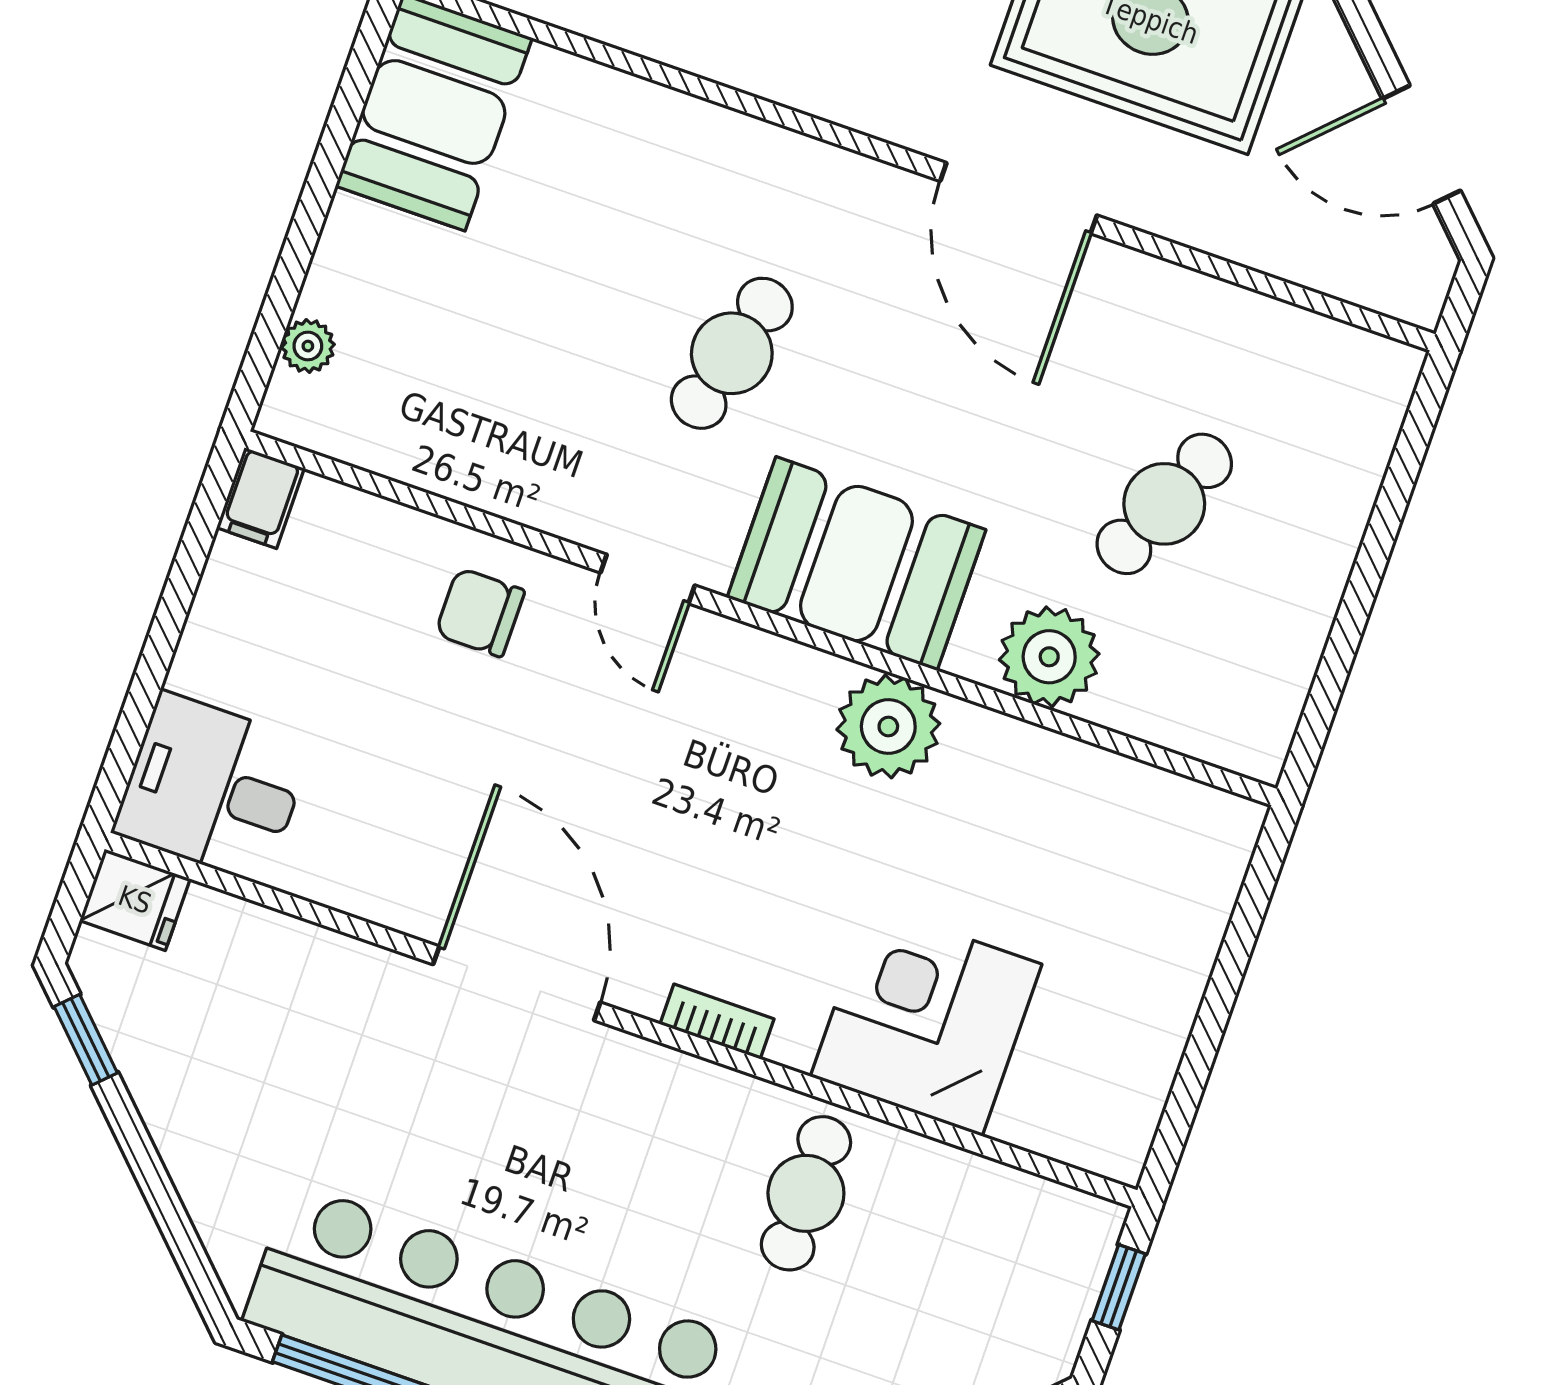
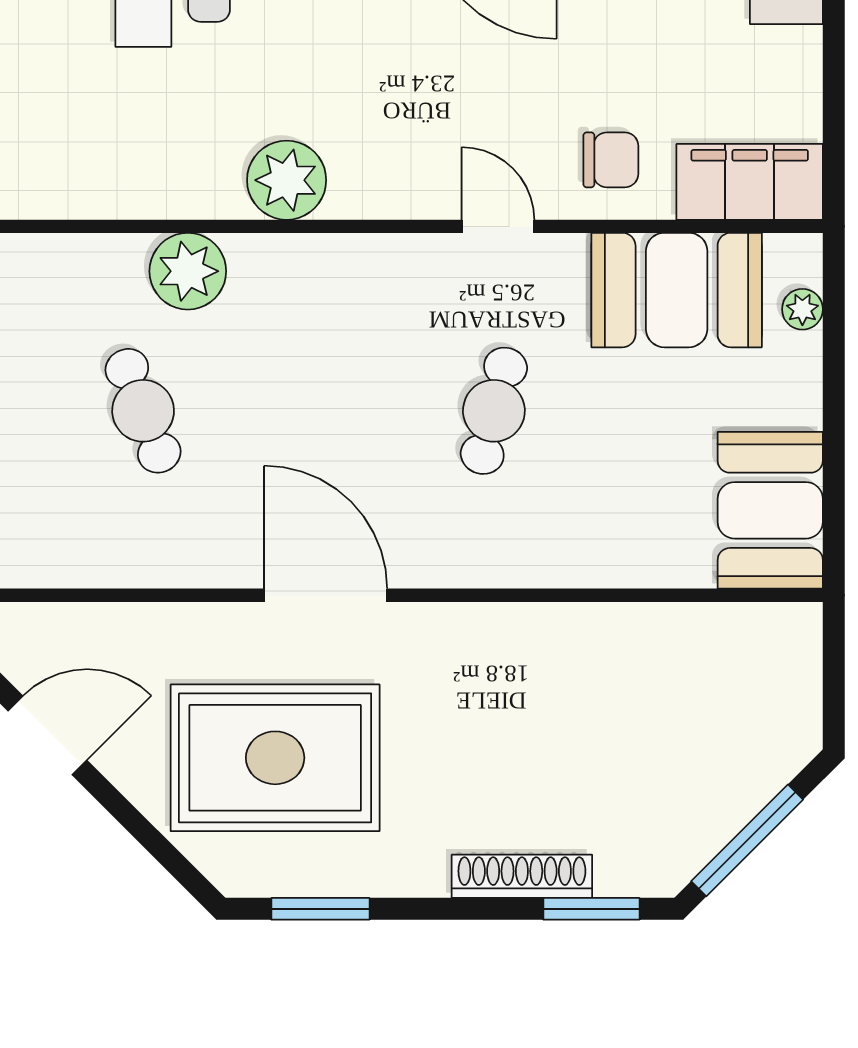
filing cabinet: (260, 498) -> (750, 182), width x3.00, depth x1.17
cafe table: (1164, 504) -> (143, 411), turned -45
booth: (856, 564) -> (677, 290), moved

